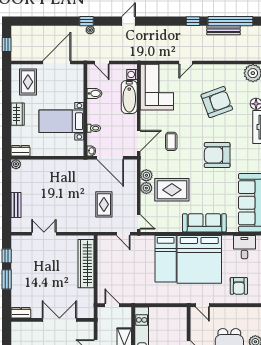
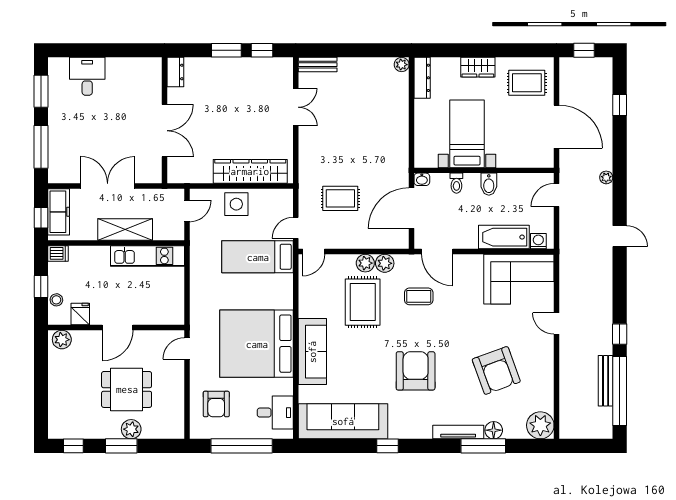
window: (86, 21) -> (620, 105), moved
bidet: (94, 93) -> (489, 184), moved
coffee table: (171, 141) -> (419, 296), moved
dresser: (21, 151) -> (422, 78), width x1.44
bench: (16, 205) -> (318, 65), moved
bed: (166, 259) -> (258, 257), moved
side table: (108, 273) -> (236, 204), added
armchair: (239, 286) -> (216, 404), turned -90

